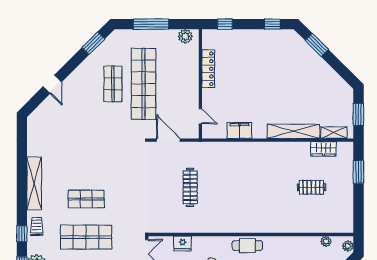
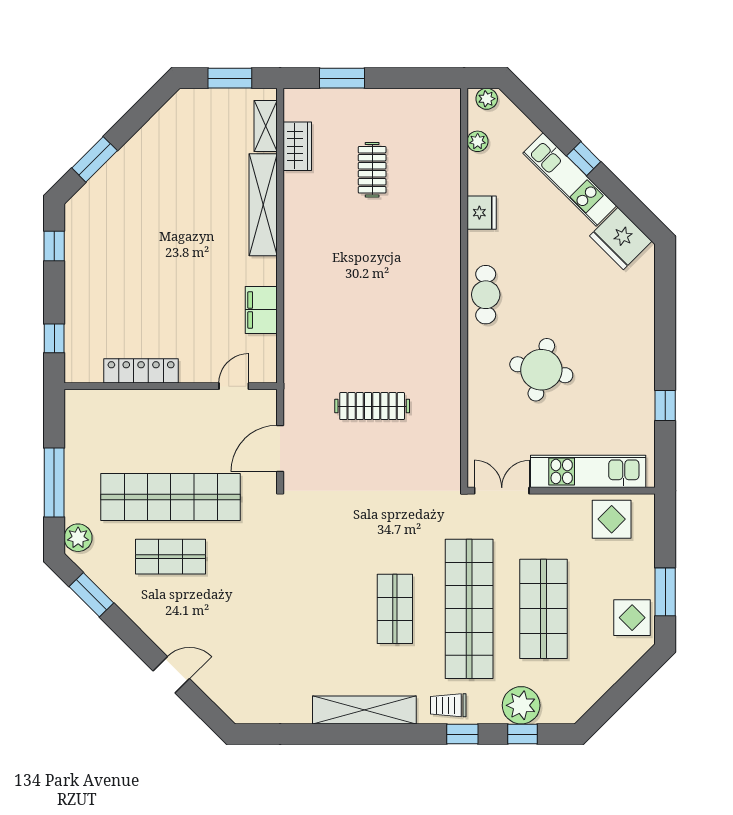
plant: (185, 36) -> (78, 538), moved
shop shelf: (86, 237) -> (469, 609), width x1.40
fridge: (183, 243) -> (482, 213), moved

